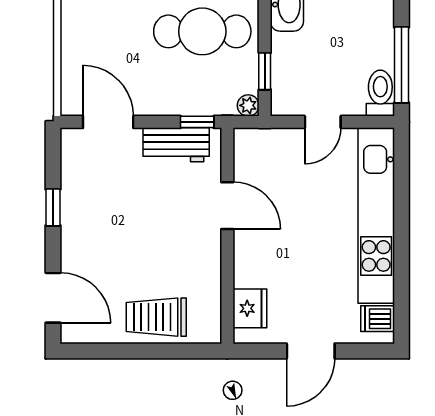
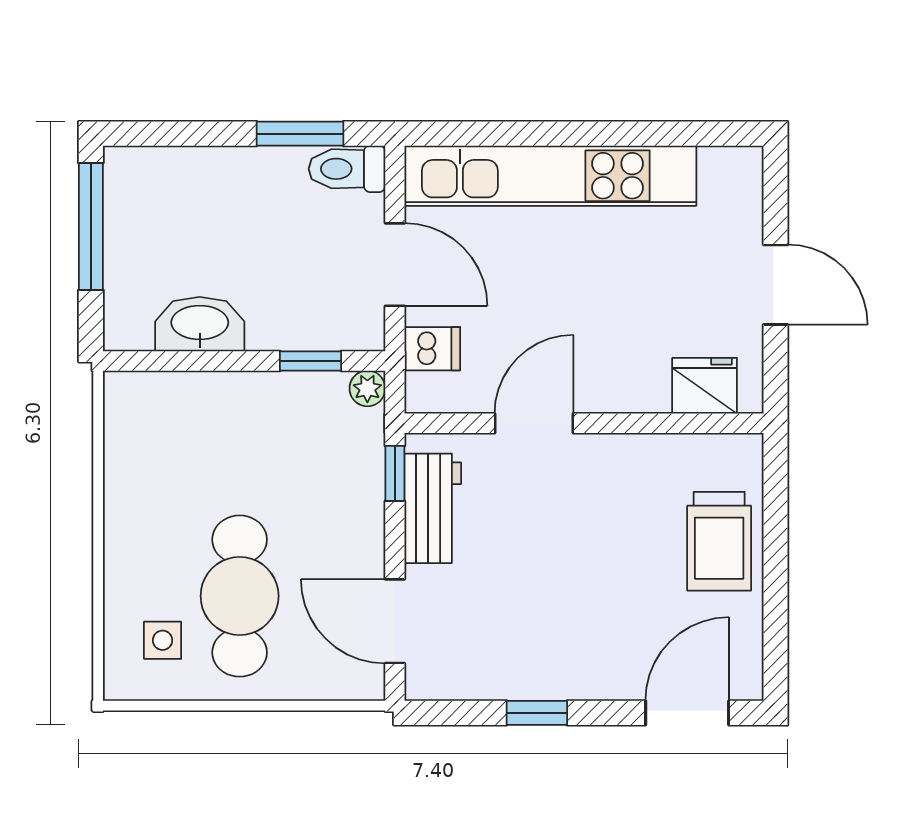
cafe table: (202, 31) -> (240, 596), moved
window: (402, 65) -> (300, 134), width x0.69
door: (108, 122) -> (395, 621), hinge flipped
door: (323, 122) -> (395, 265), width x1.38
dishwasher: (378, 319) -> (432, 349), moved, turned -90

